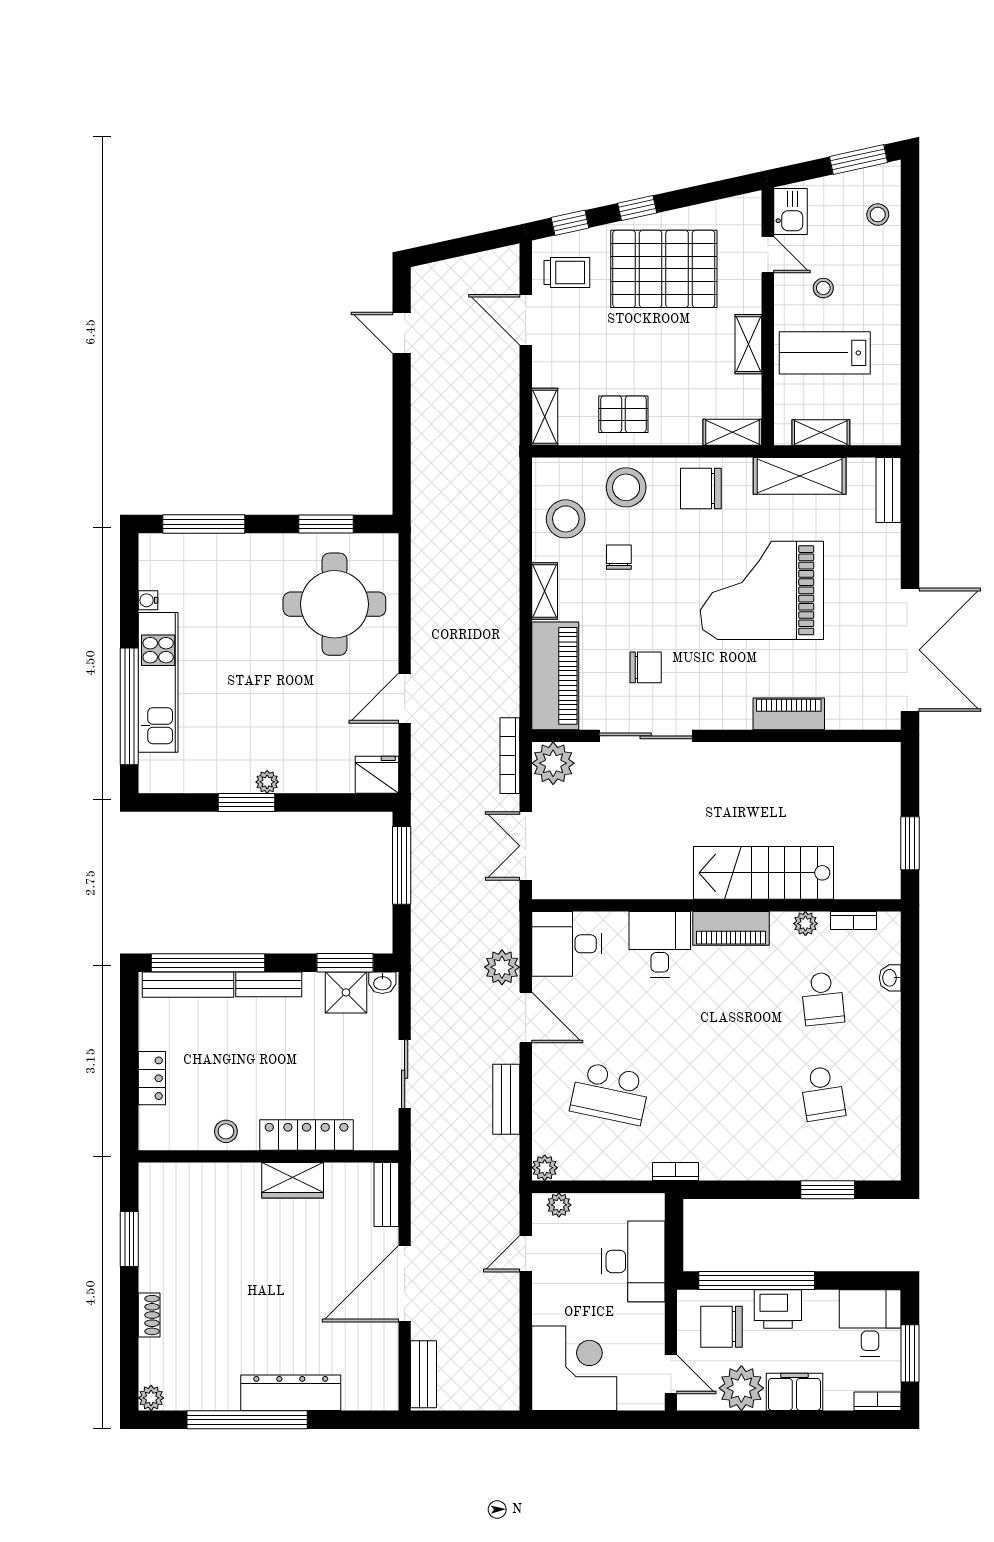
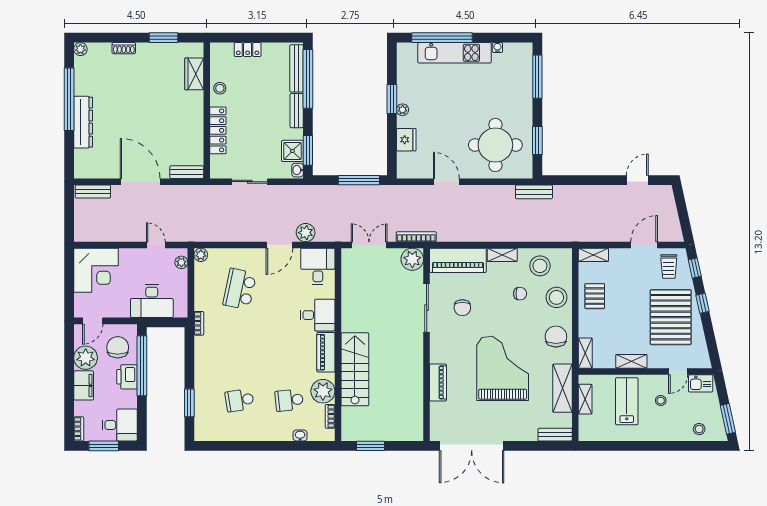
fridge: (377, 775) -> (406, 140), moved
plant: (805, 924) -> (323, 391), width x1.87, depth x1.87
bench: (506, 1099) -> (534, 192), moved
wardrobe: (293, 1180) -> (194, 74), moved

